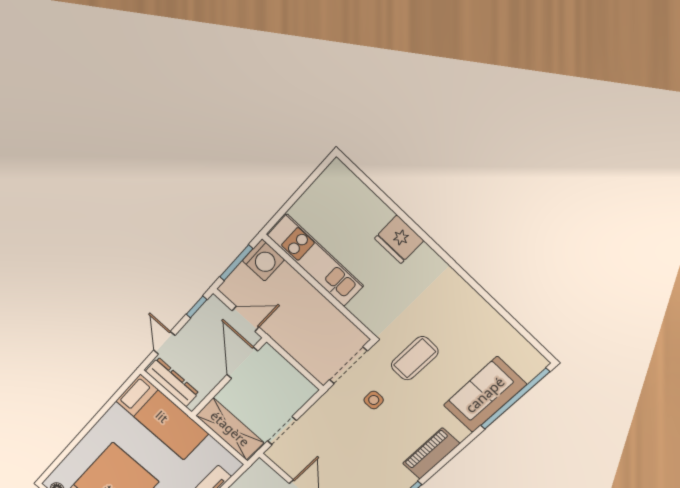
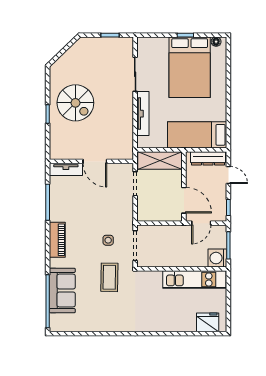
fridge: (399, 239) -> (208, 322), moved

